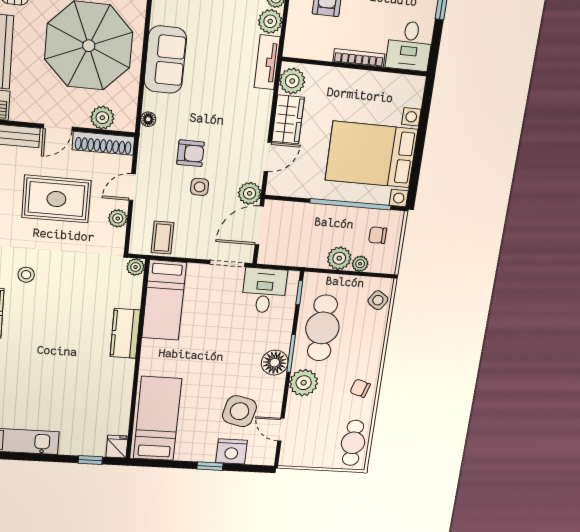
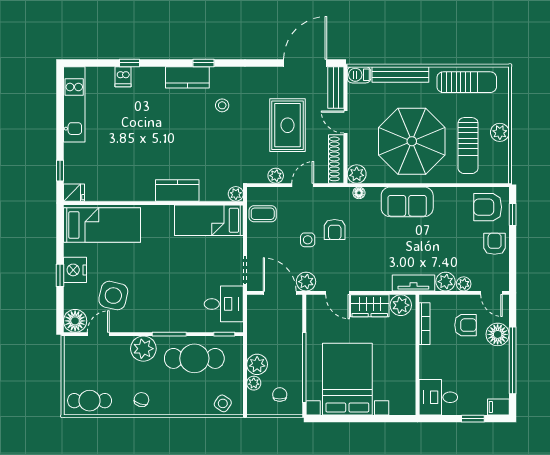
bookcase: (359, 58) -> (425, 324), moved
plant: (102, 118) -> (357, 174), moved
door: (132, 187) -> (303, 185), hinge flipped
floor lamp: (275, 363) -> (75, 321), moved
nightstand: (231, 451) -> (75, 270), moved

